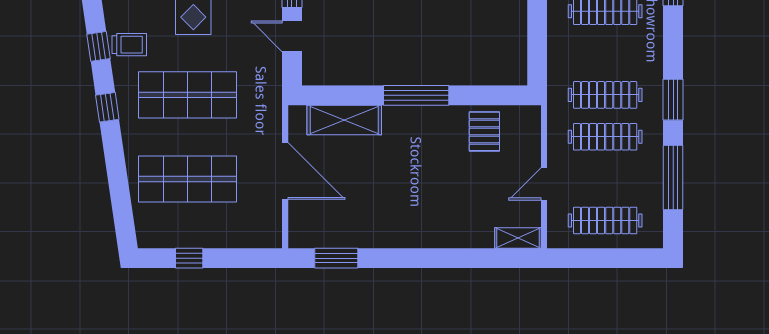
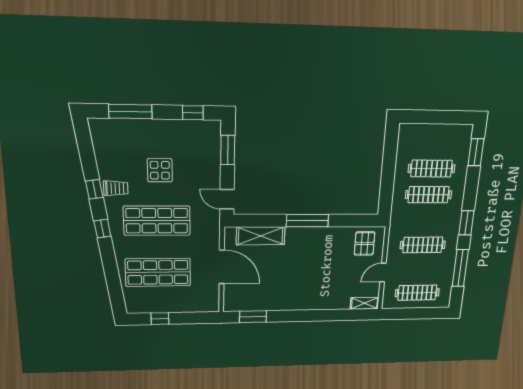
door: (292, 36) -> (227, 199), moved
clothes rail: (605, 95) -> (429, 195), moved
pallet: (484, 131) -> (365, 243), moved

